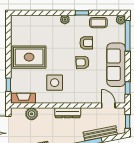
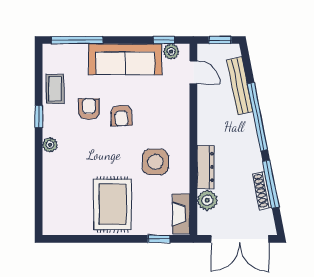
plant: (121, 20) -> (171, 52), moved
door: (108, 106) -> (193, 72), swing flipped
dresser: (68, 113) -> (205, 167), moved

